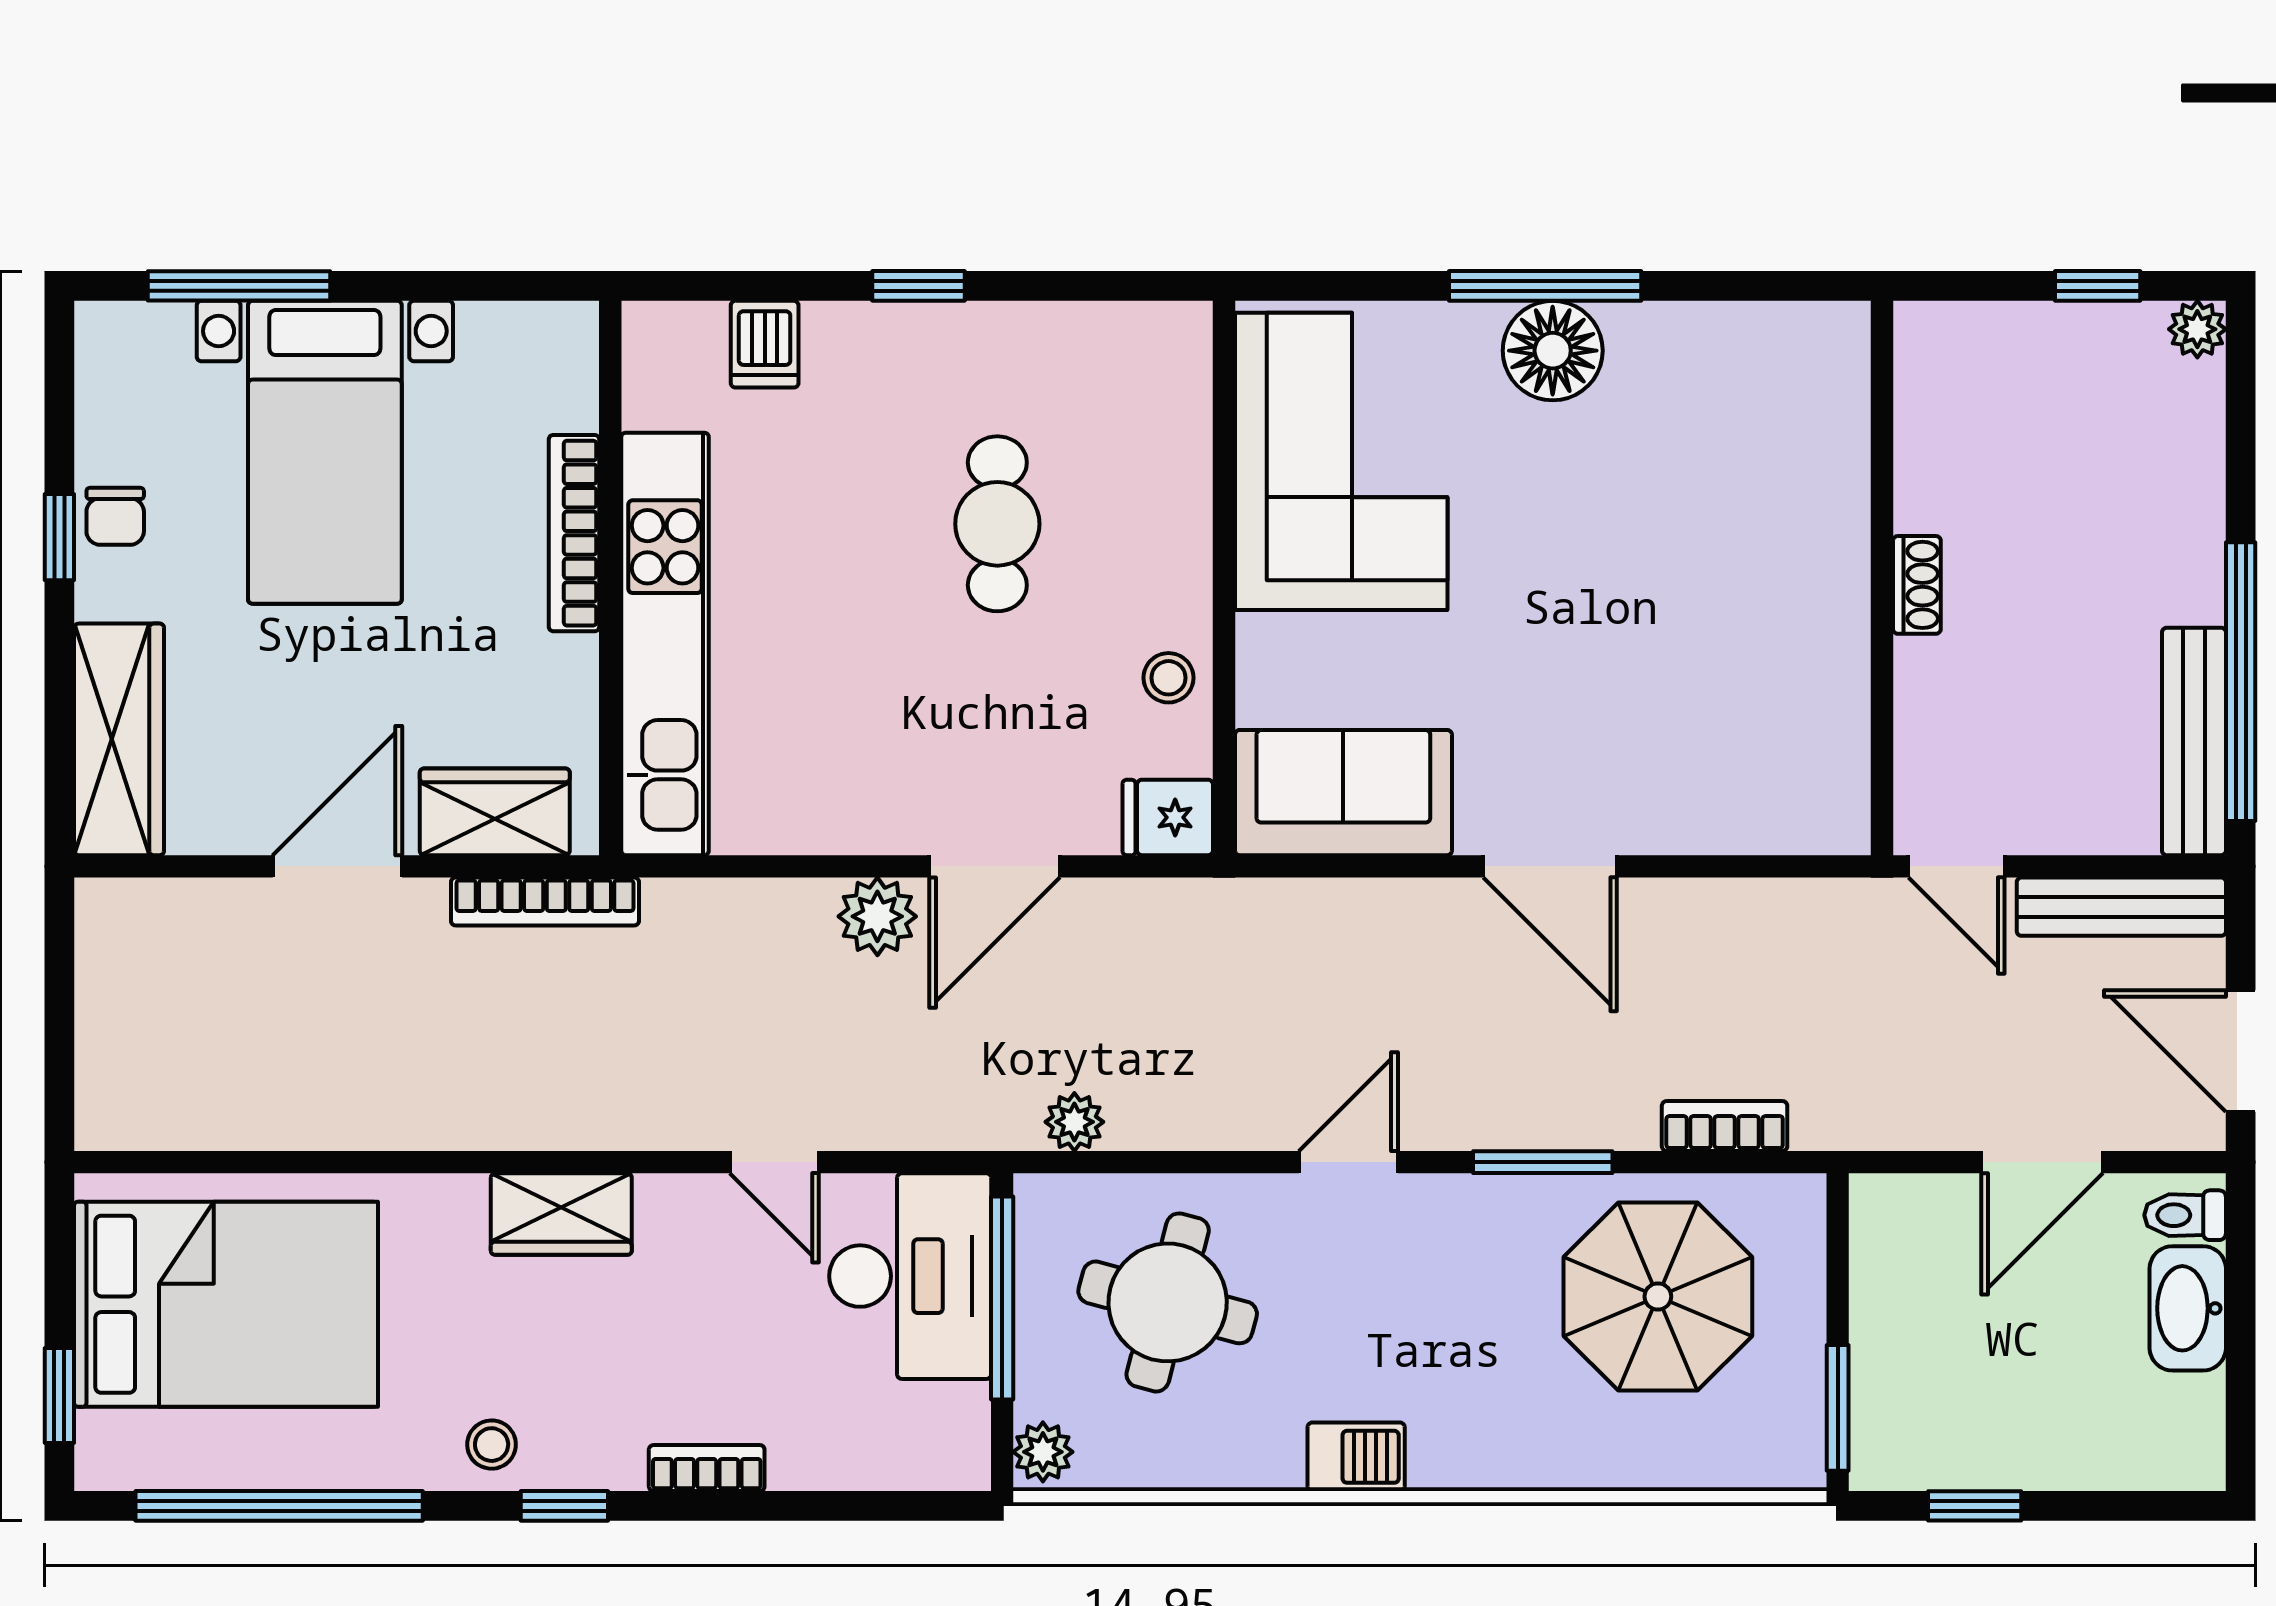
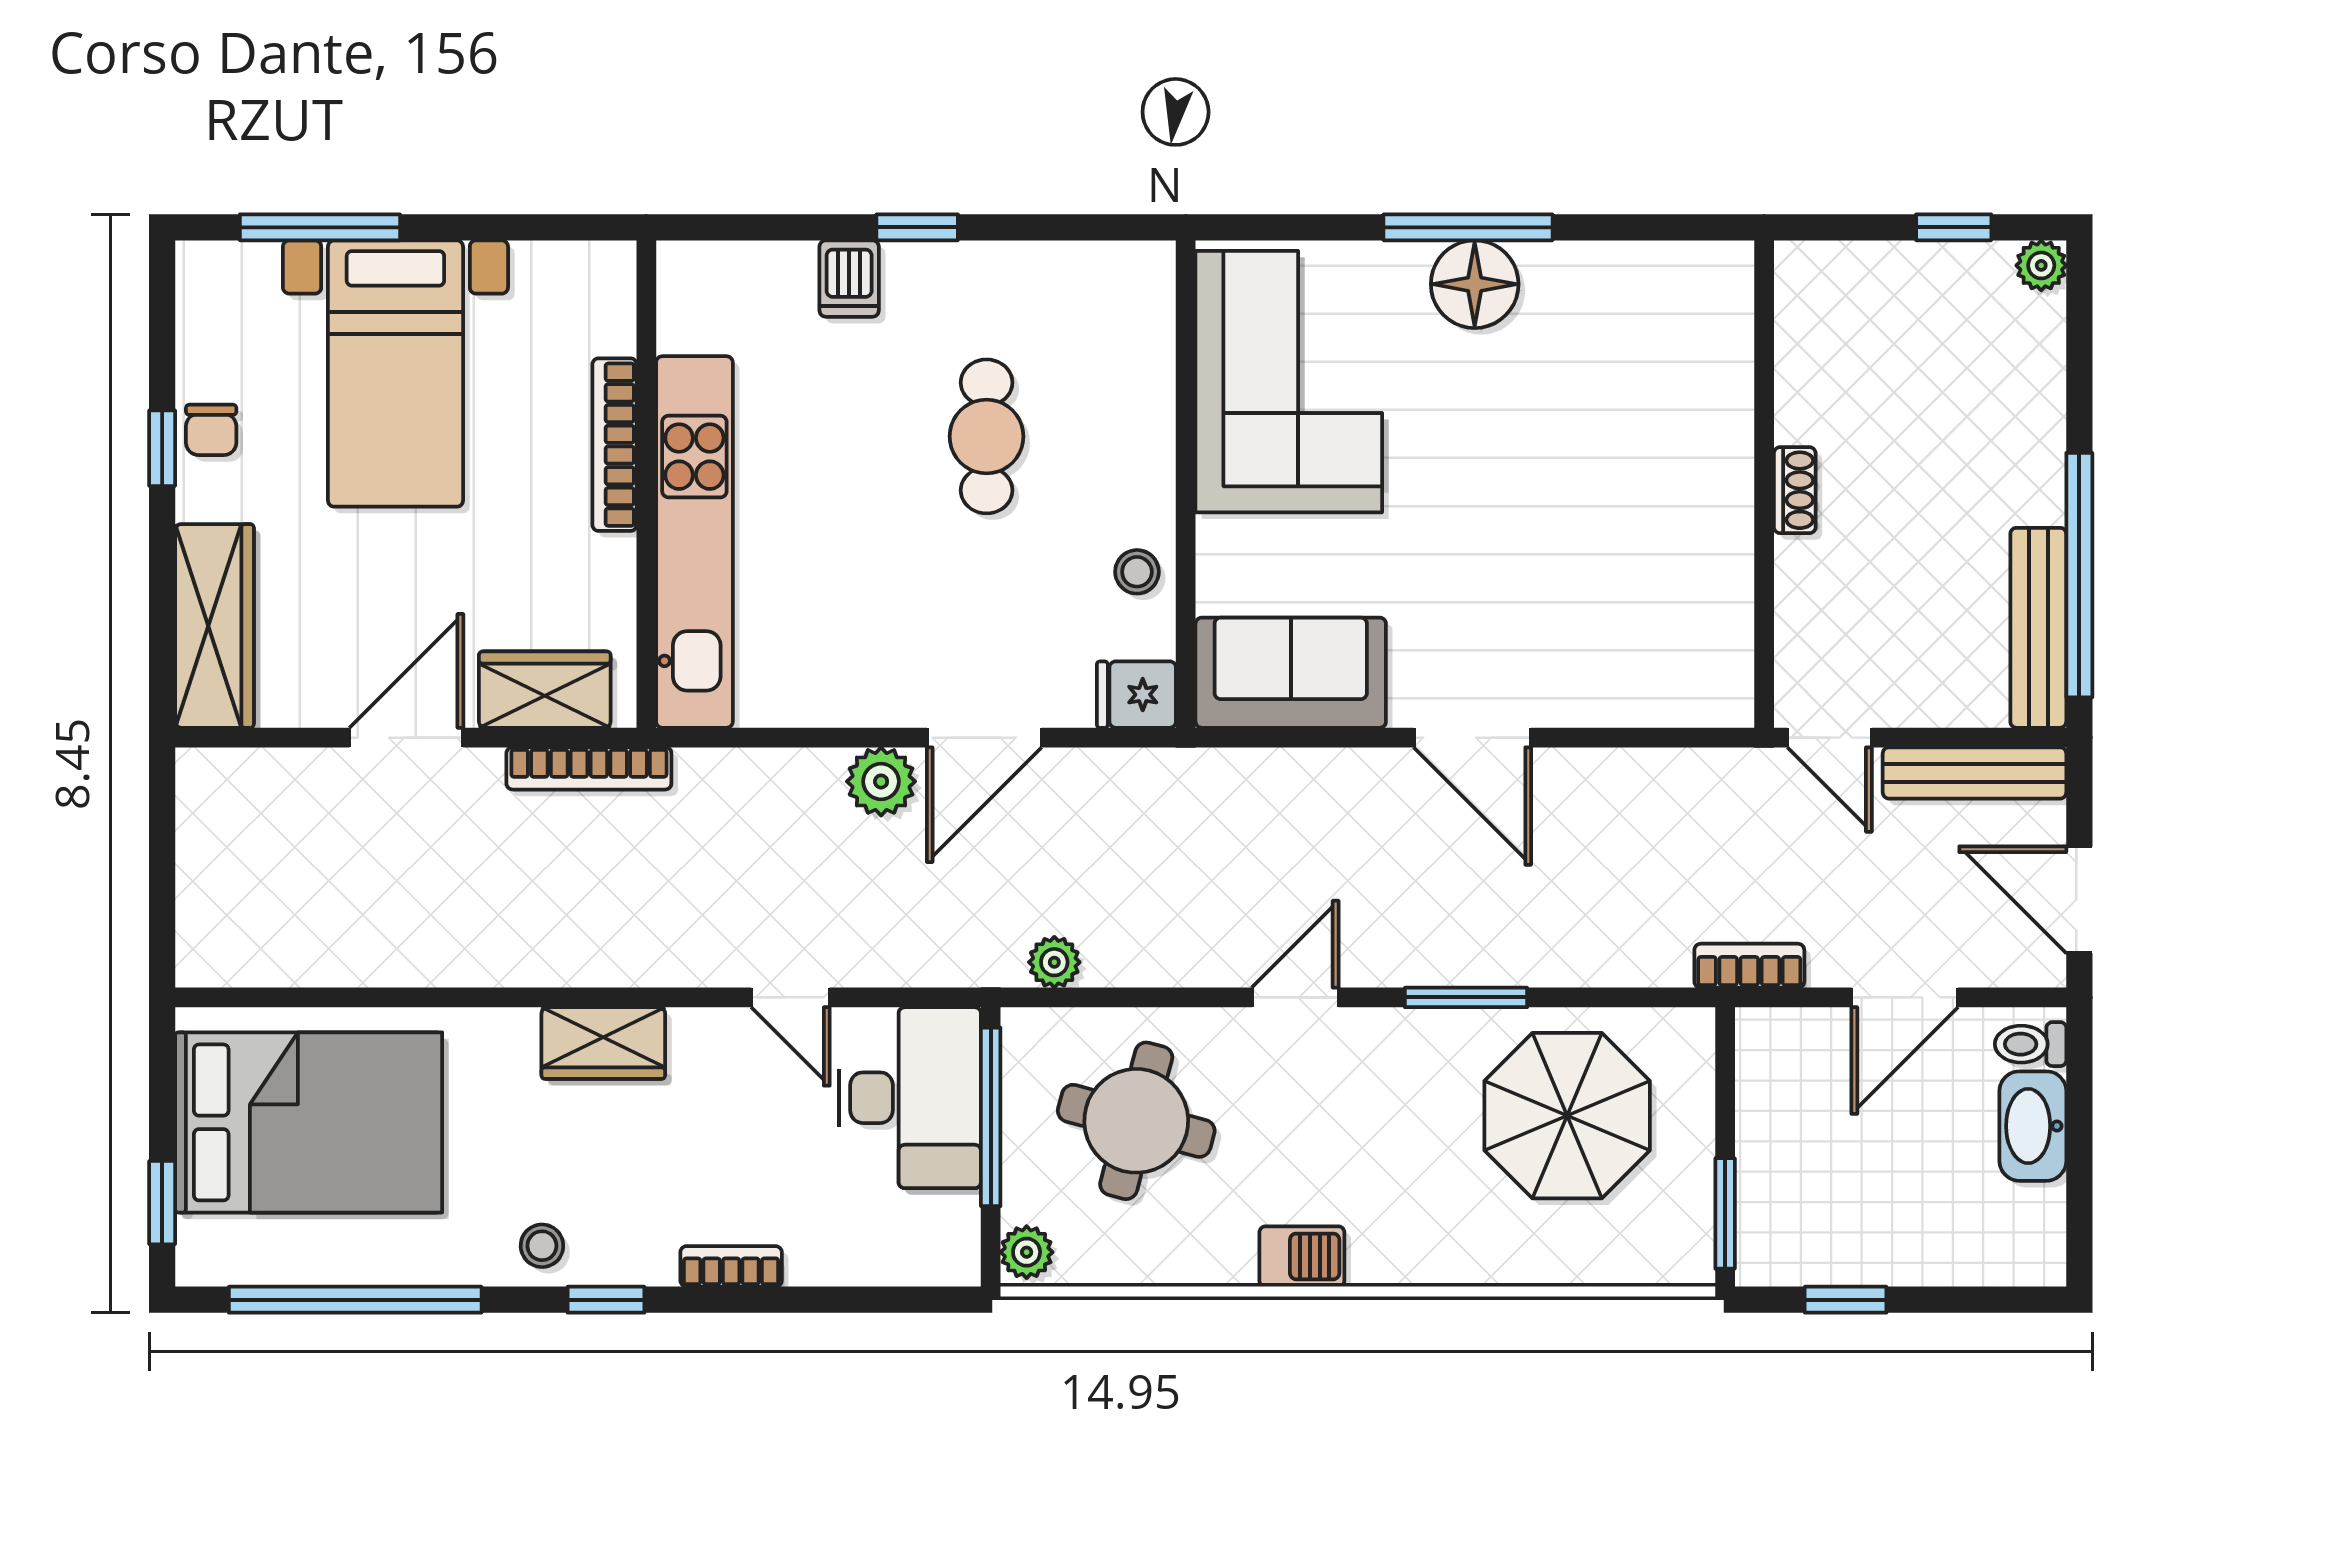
dishwasher: (765, 344) -> (849, 279), moved
bookcase: (1725, 1126) -> (1749, 966), moved

